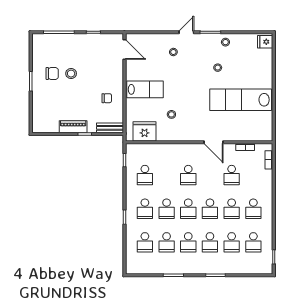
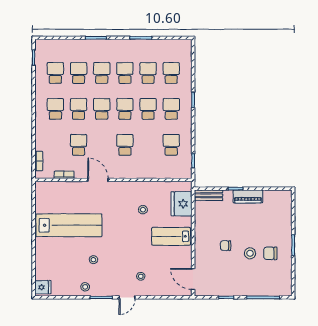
chair: (107, 98) -> (226, 246), moved
fridge: (145, 131) -> (181, 204), moved, turned 90

